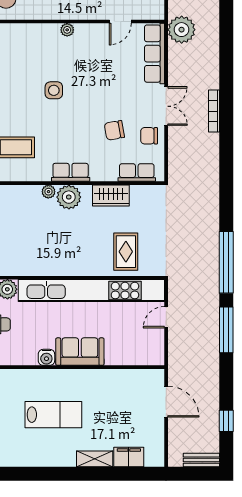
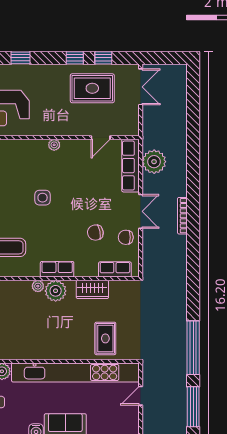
plant: (182, 30) -> (154, 162), moved

